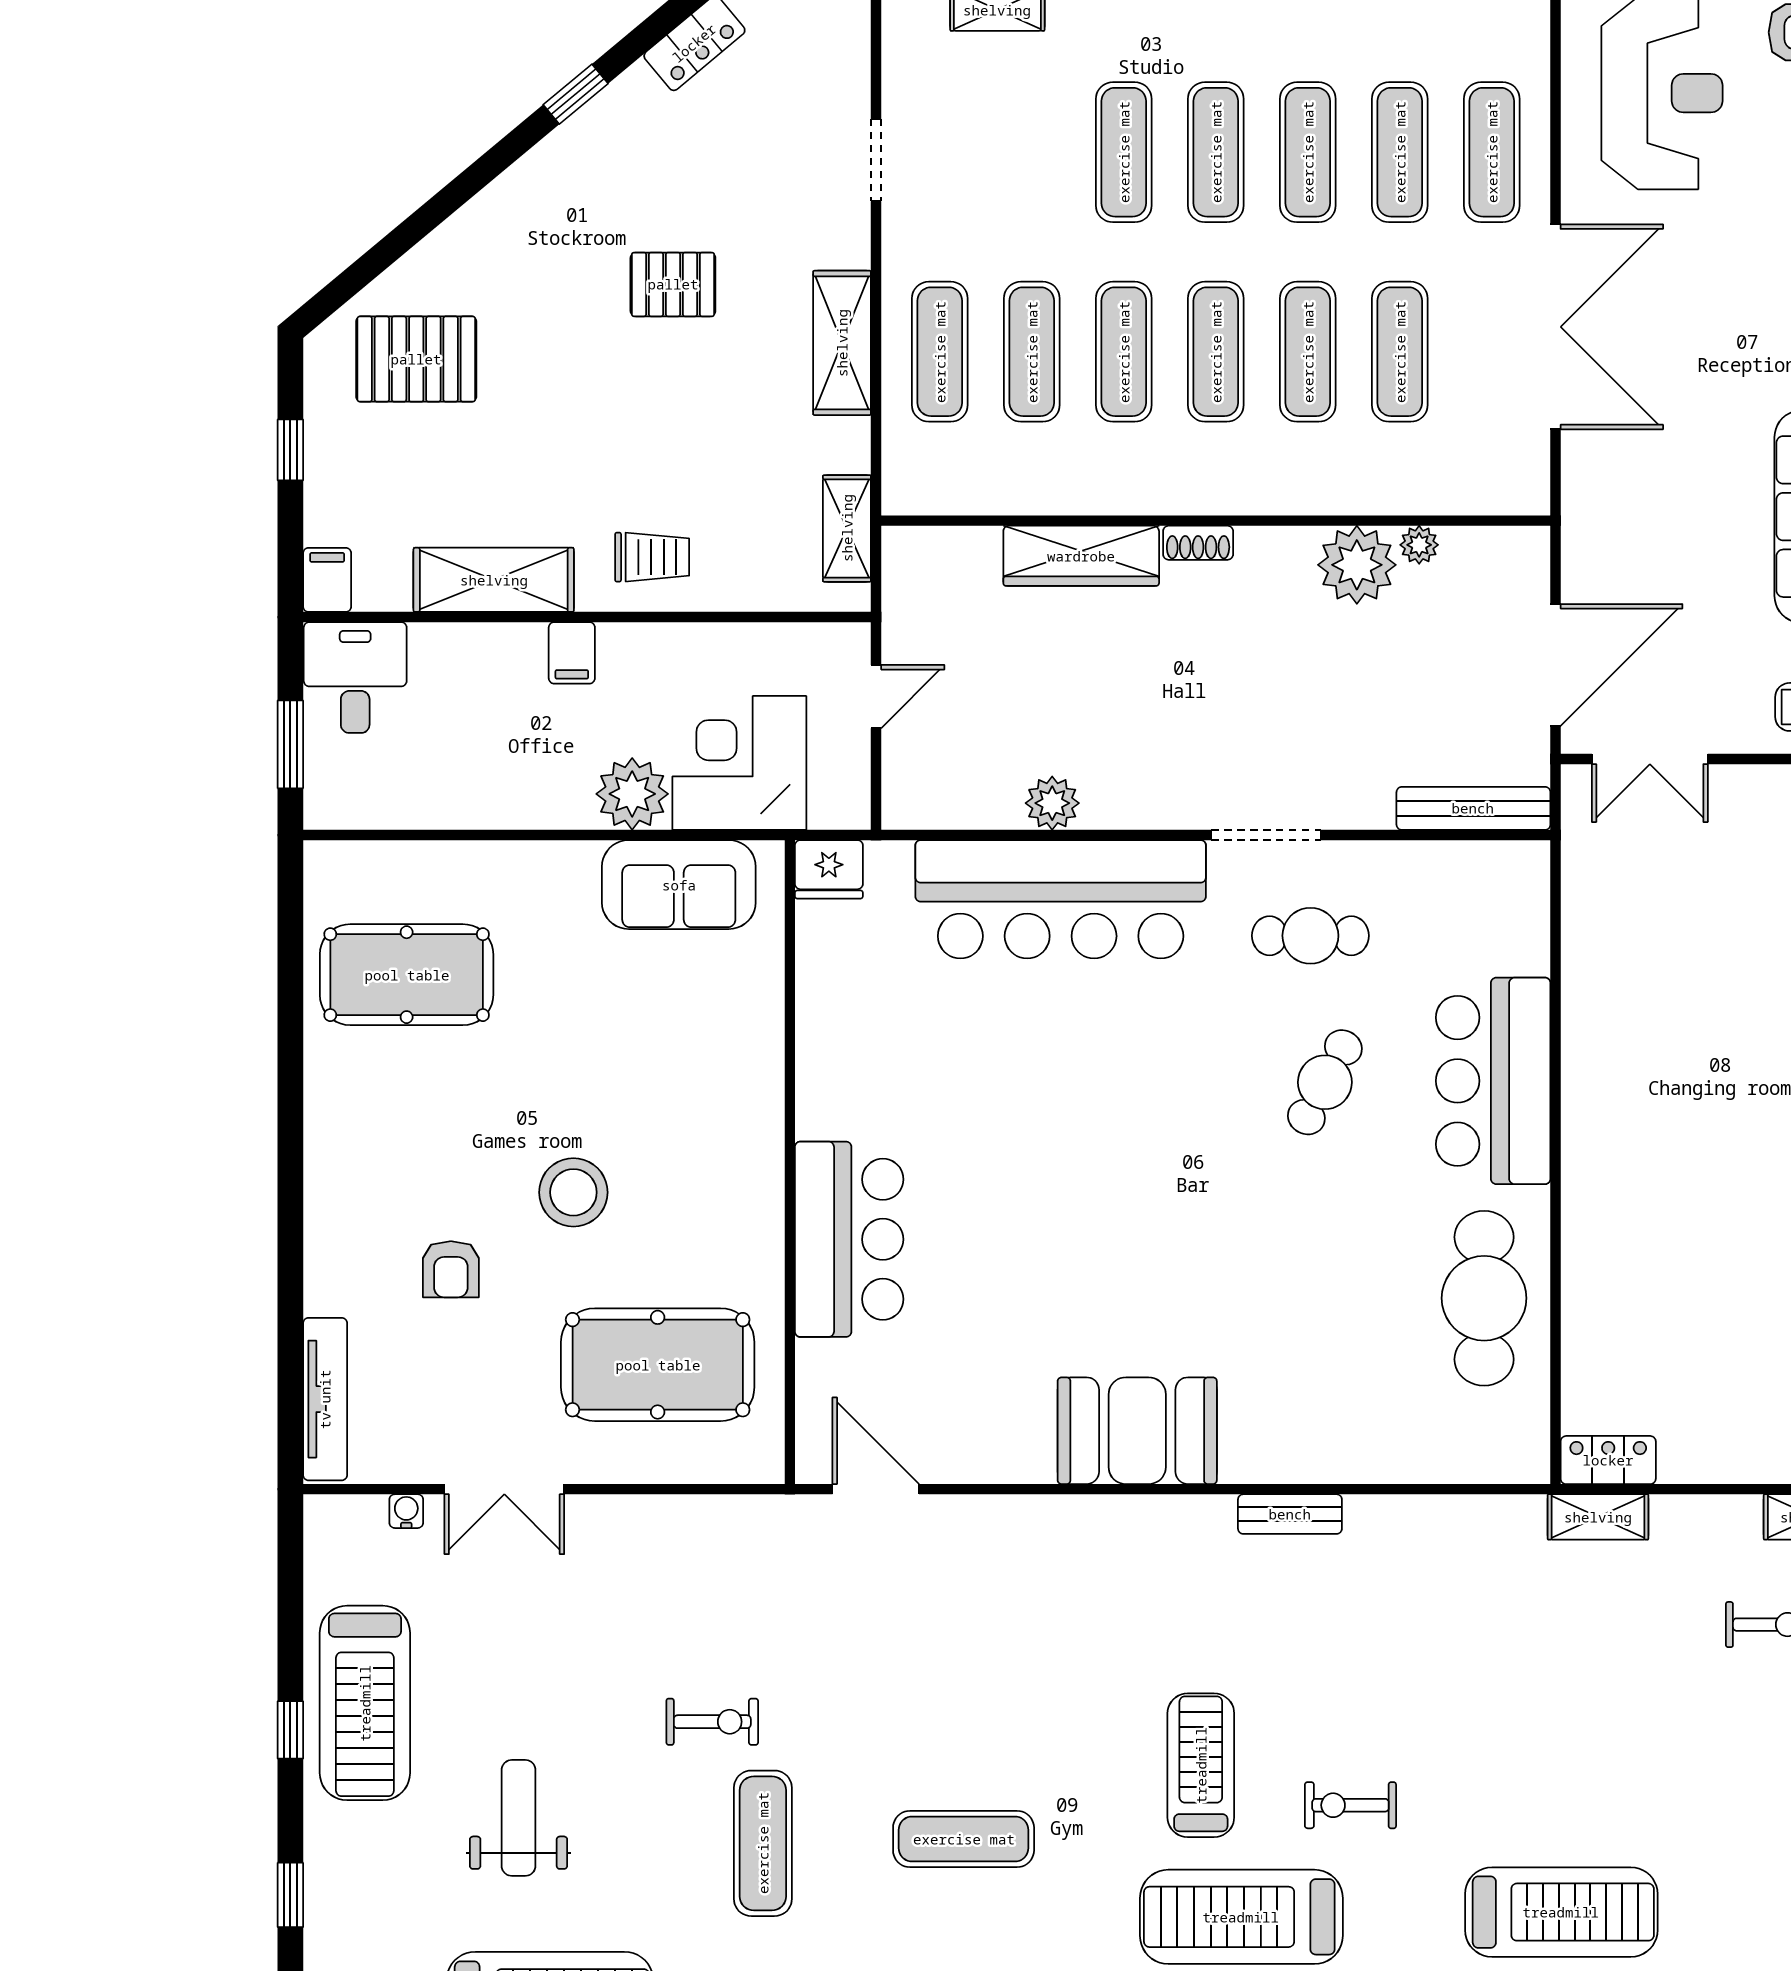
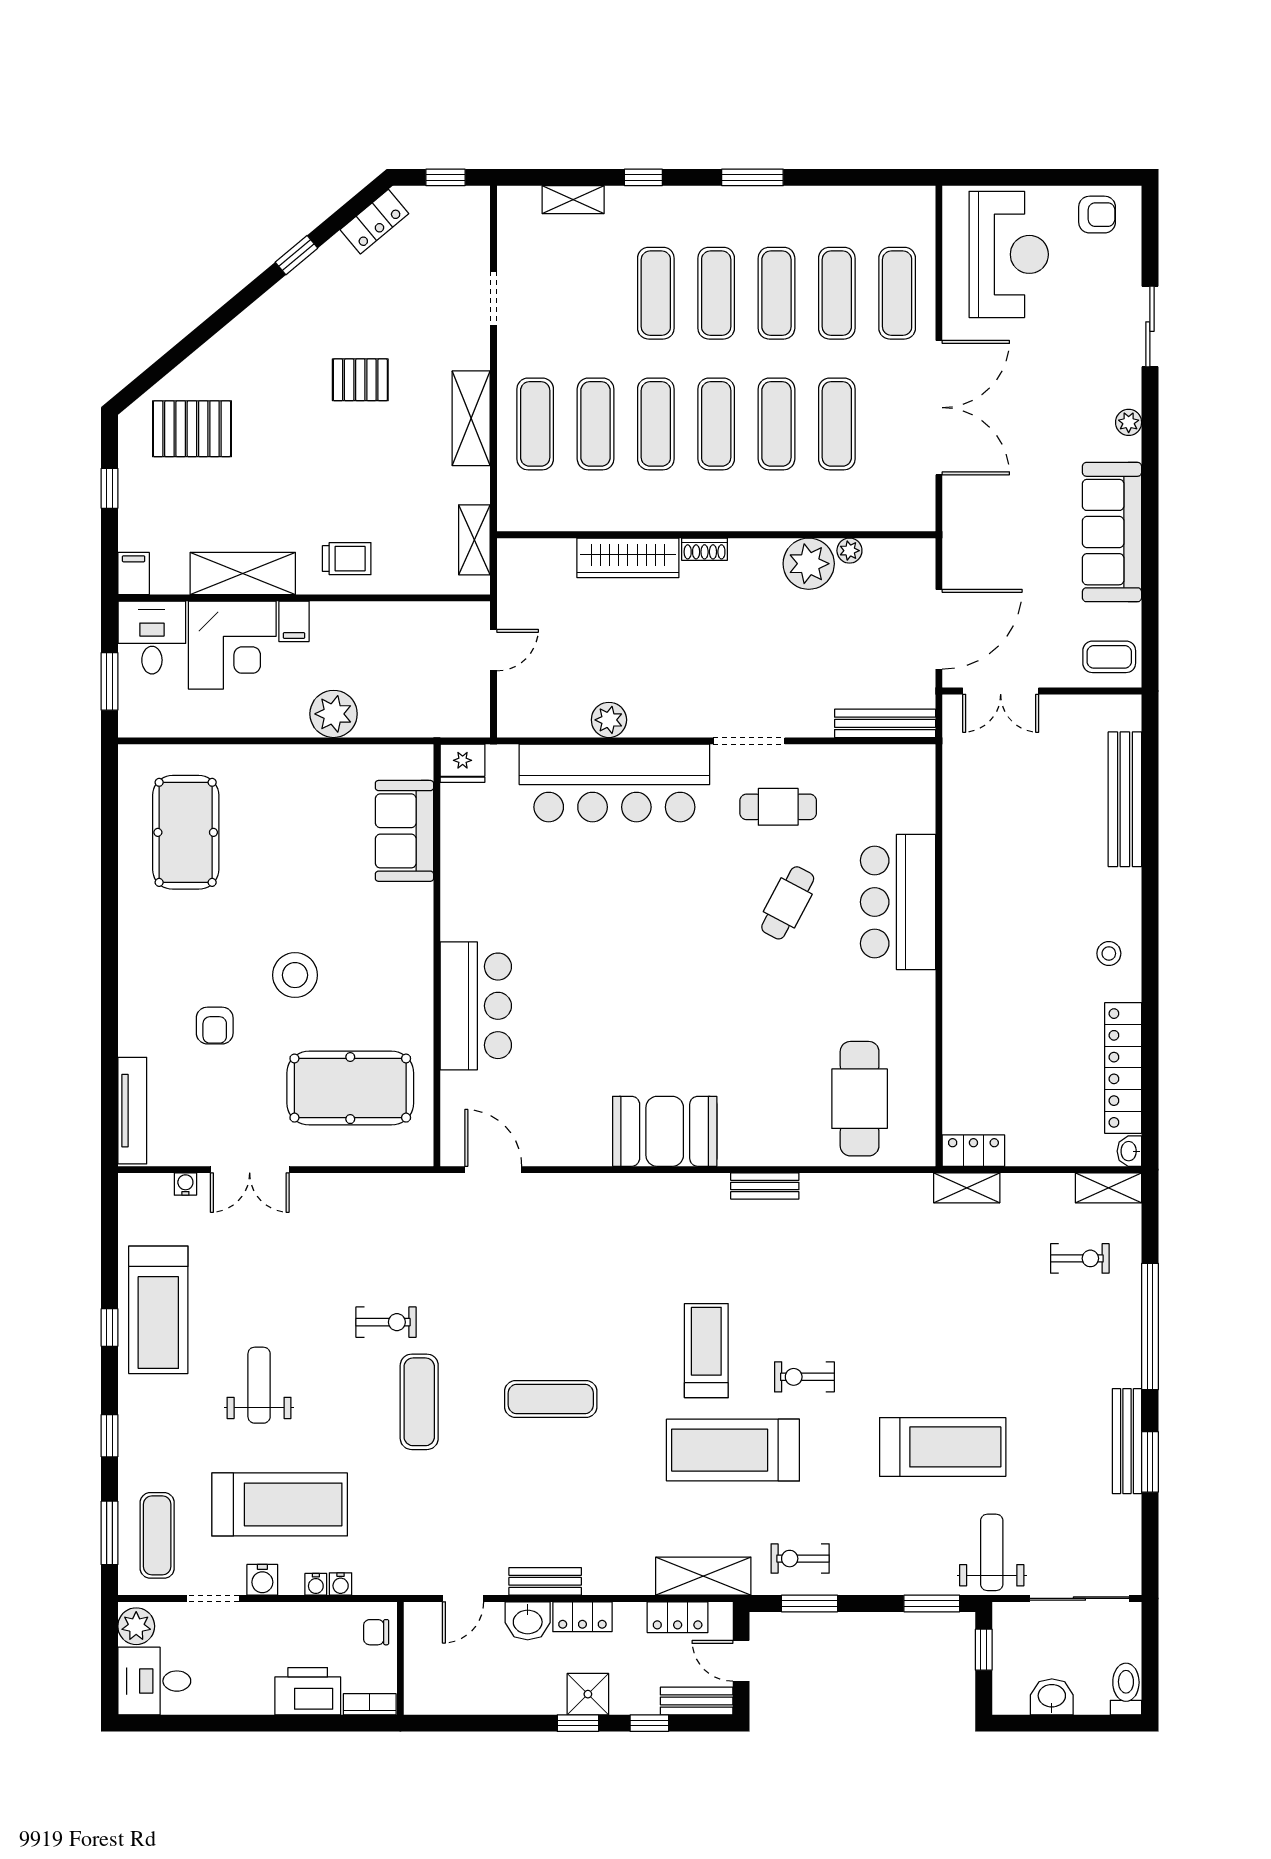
corner desk: (739, 763) -> (232, 645), moved, turned 180
sofa: (679, 885) -> (404, 831), moved, turned 90
pool table: (407, 975) -> (186, 832), turned 90
cafe table: (1484, 1298) -> (860, 1099), moved

